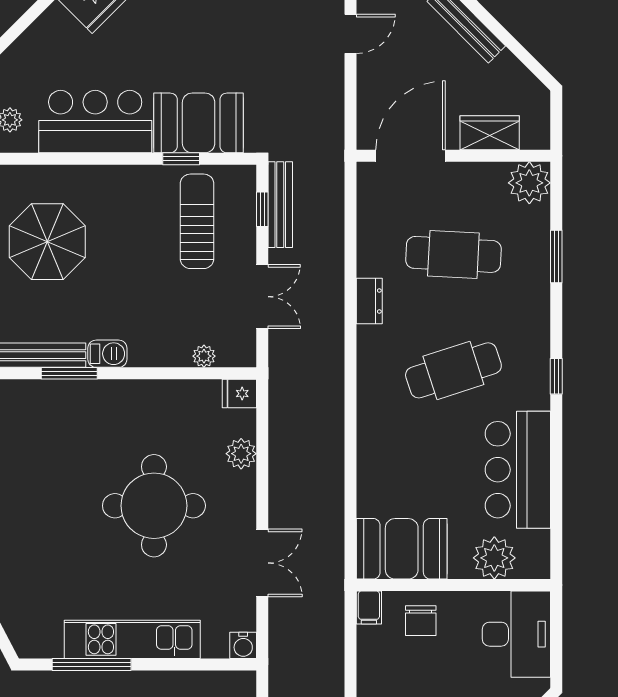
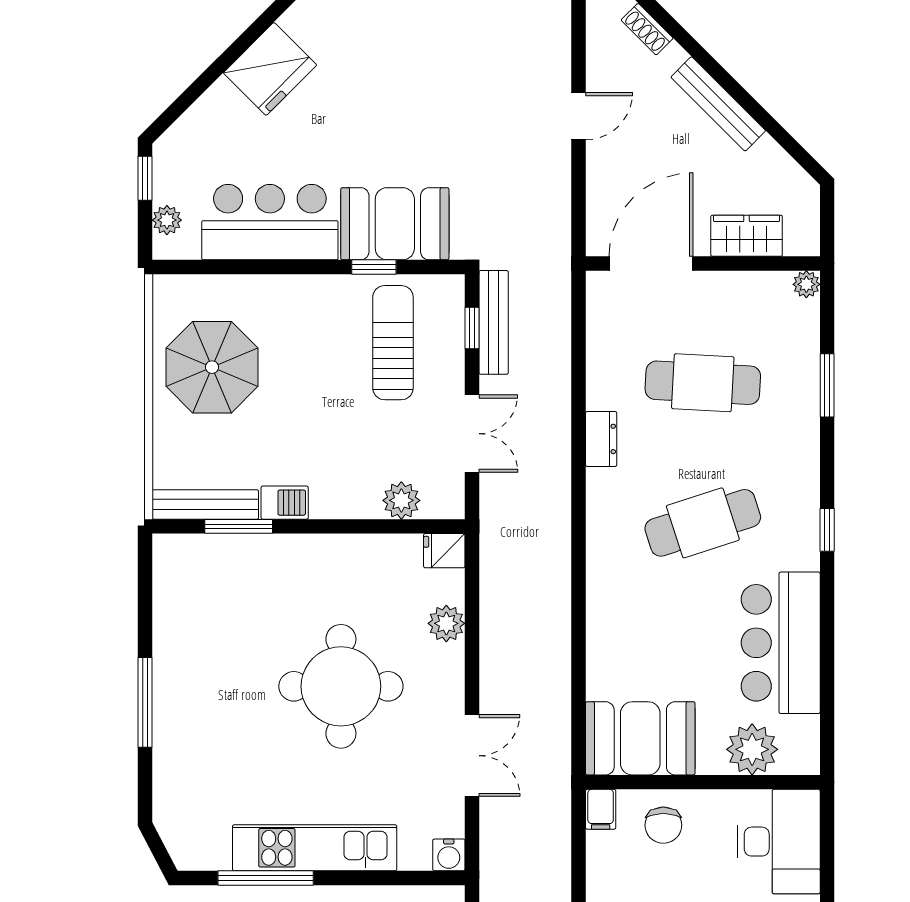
plant: (529, 183) -> (806, 284), width x0.53, depth x0.53
plant: (204, 356) -> (401, 500), width x1.38, depth x1.38

